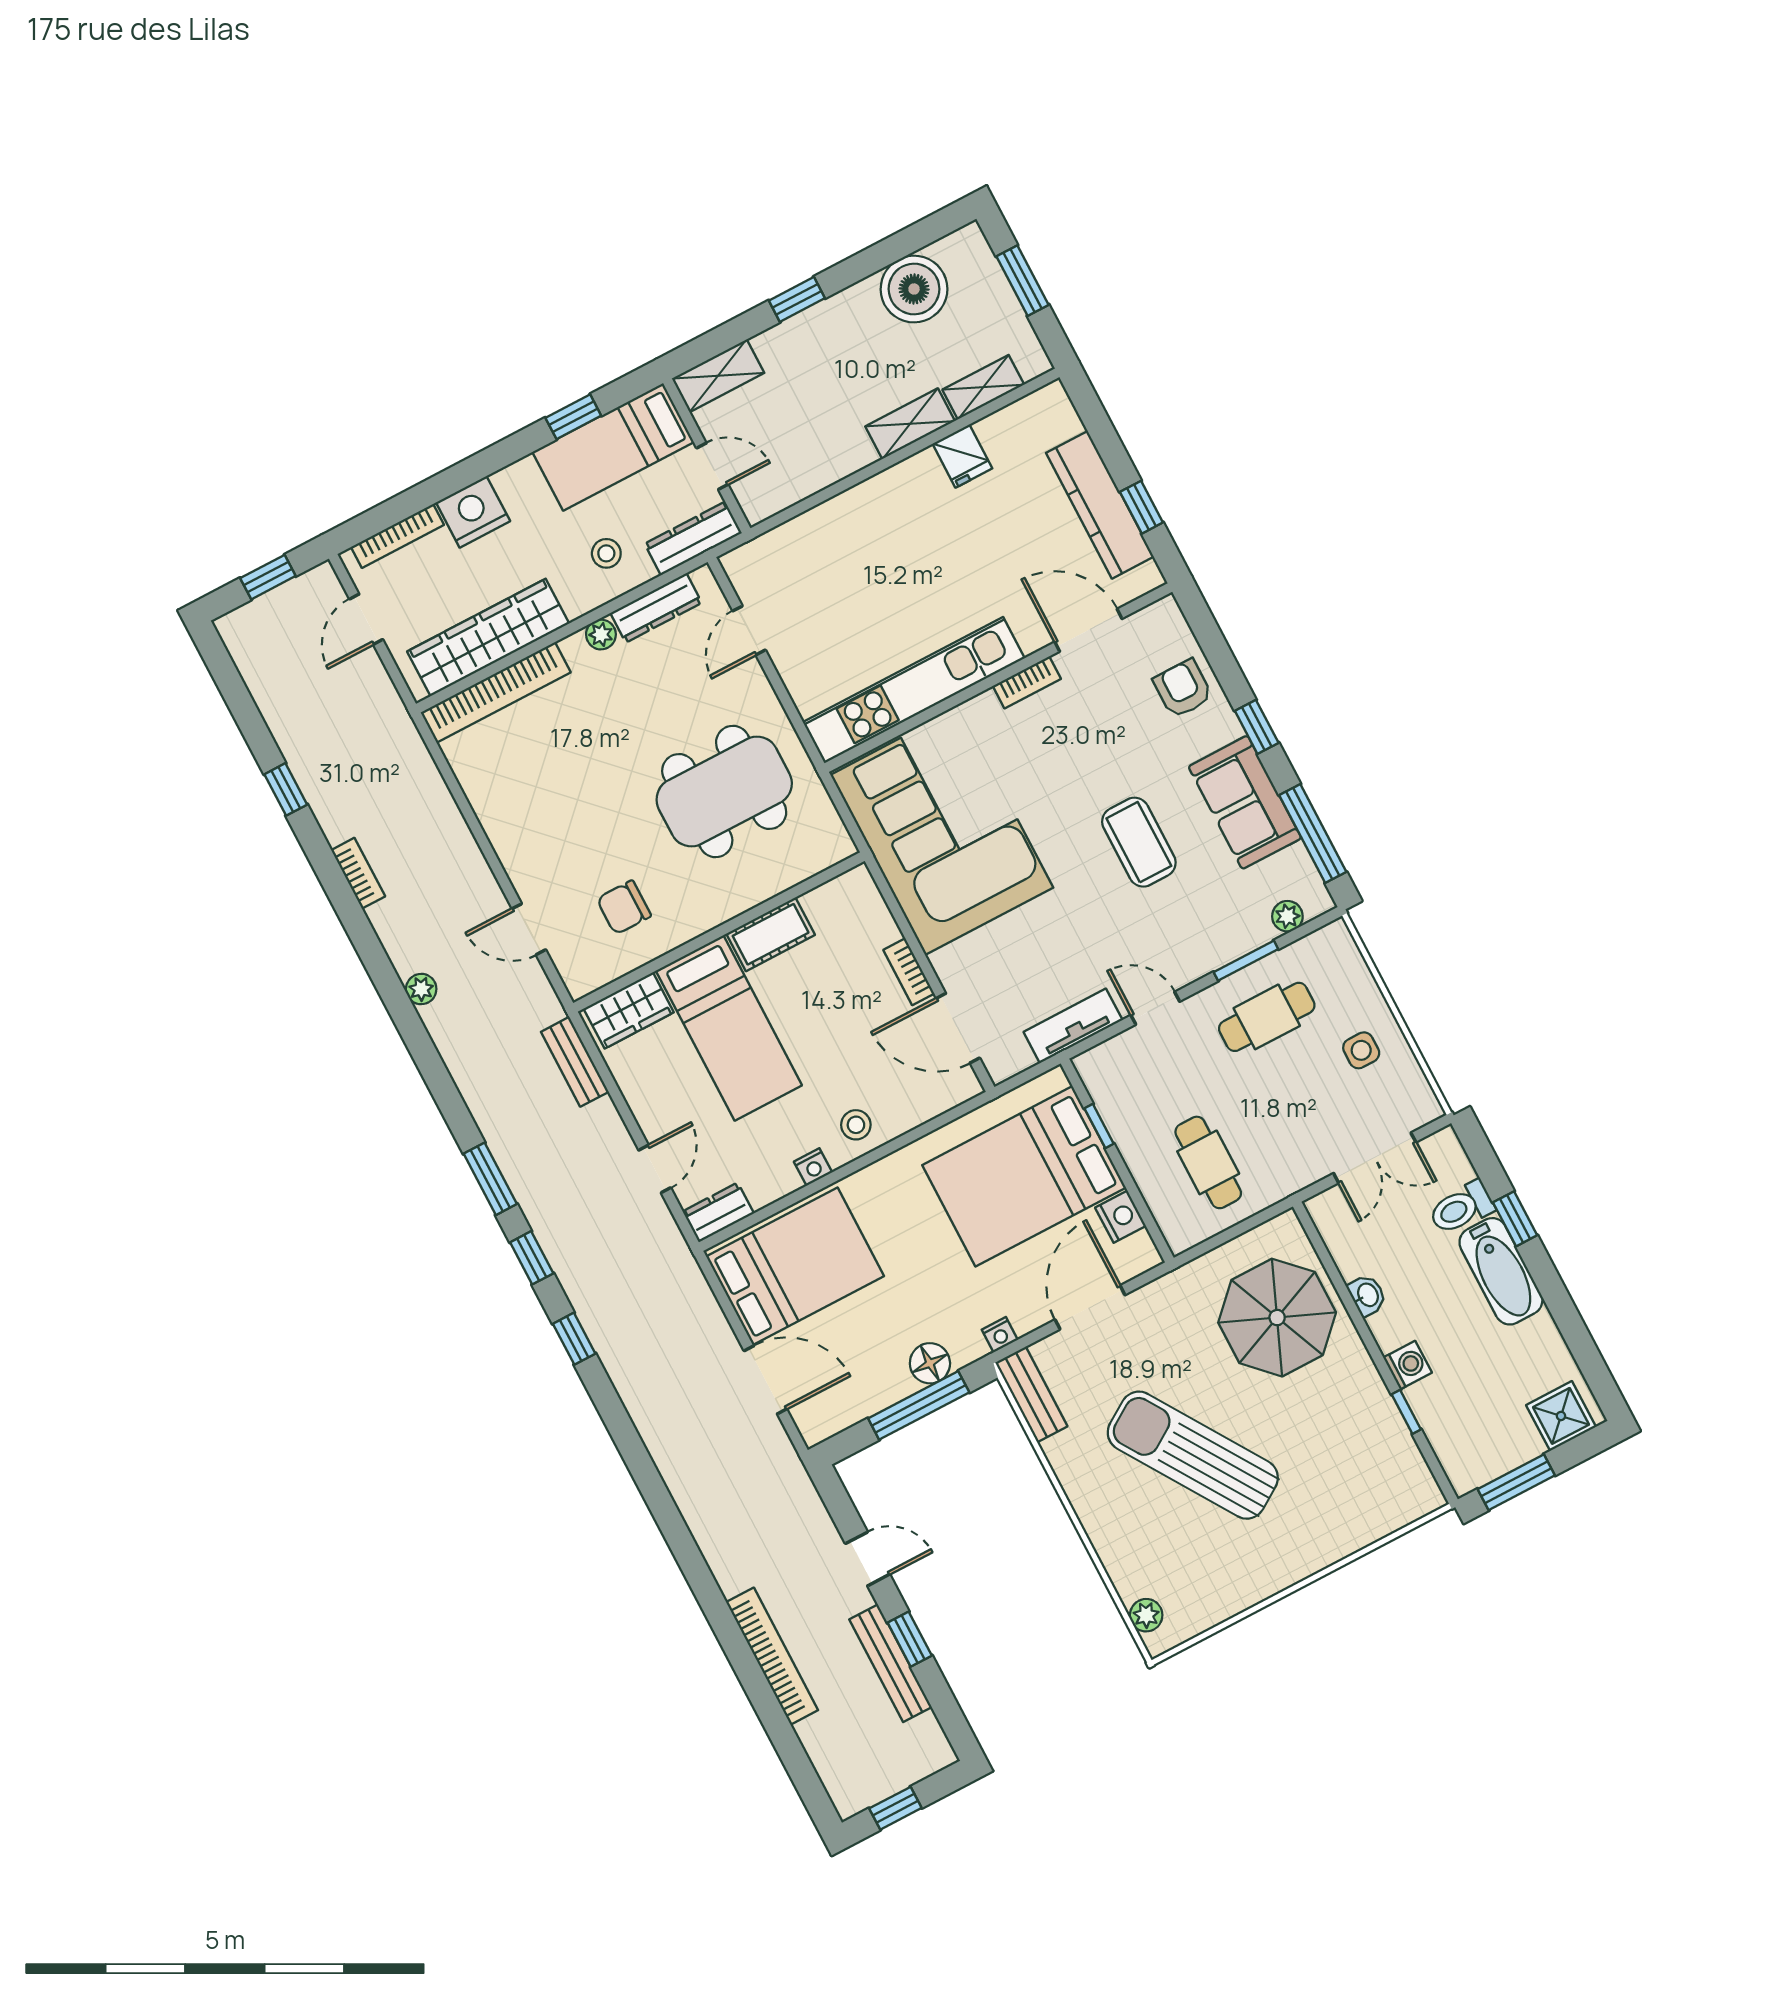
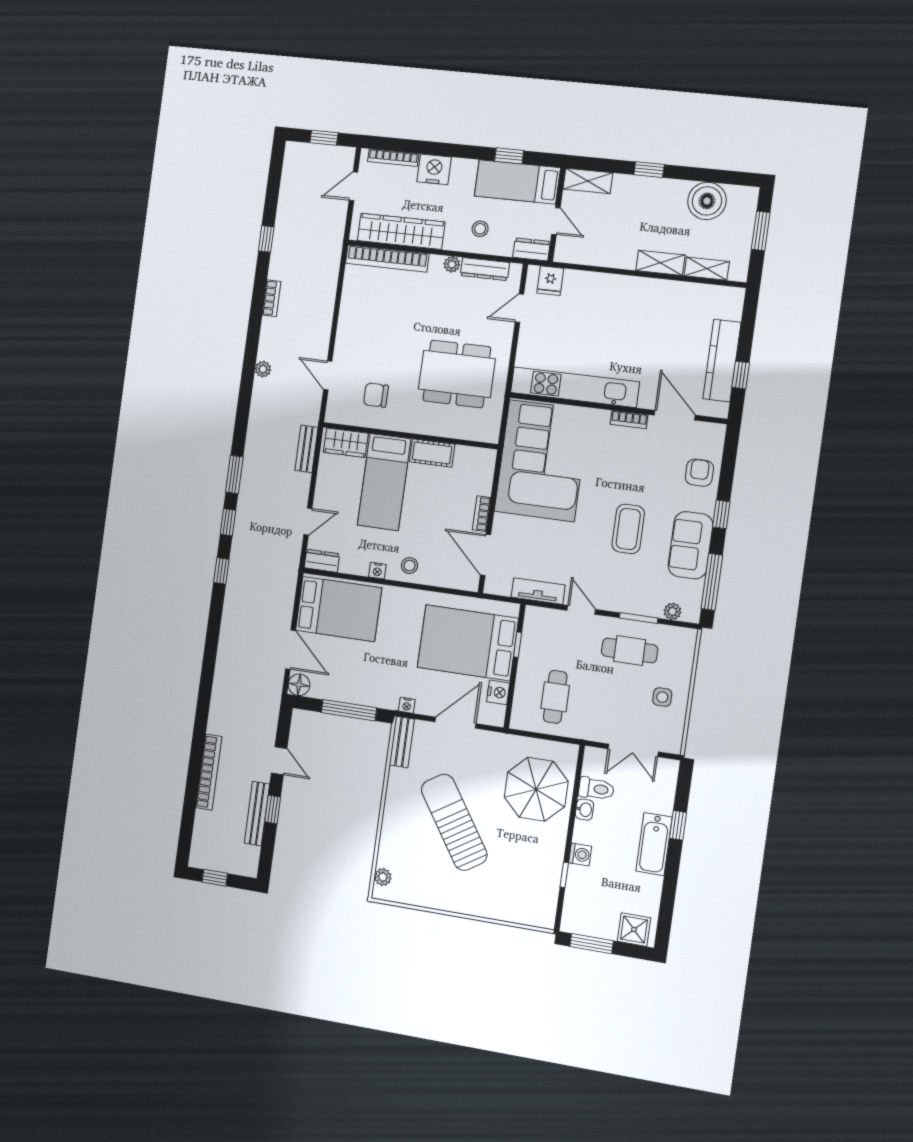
fridge: (962, 456) -> (550, 281), moved
dresser: (693, 538) -> (532, 249), width x0.70
toilet: (1461, 1208) -> (596, 789), moved, turned 180
floor lamp: (930, 1363) -> (299, 685), moved

